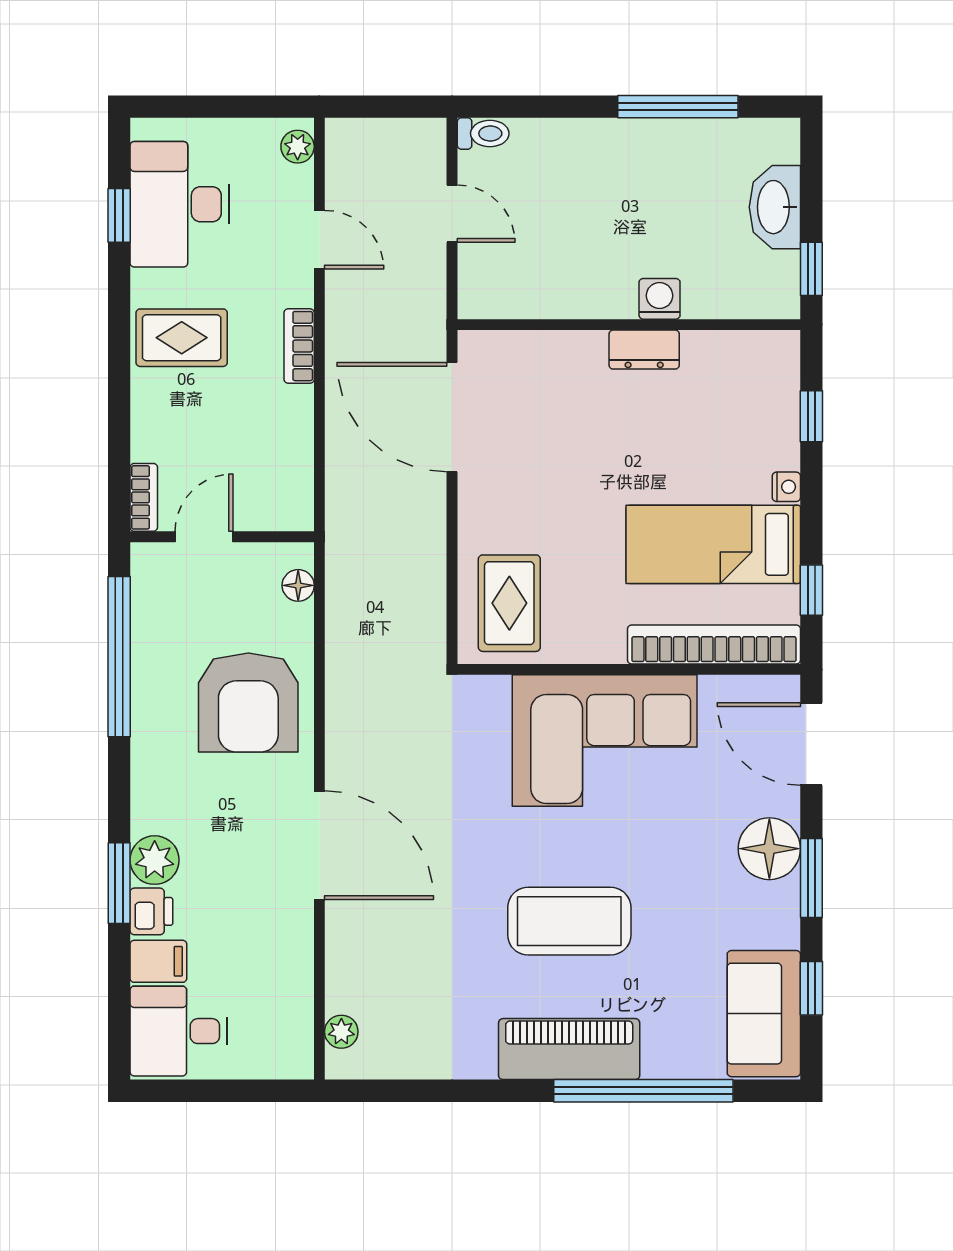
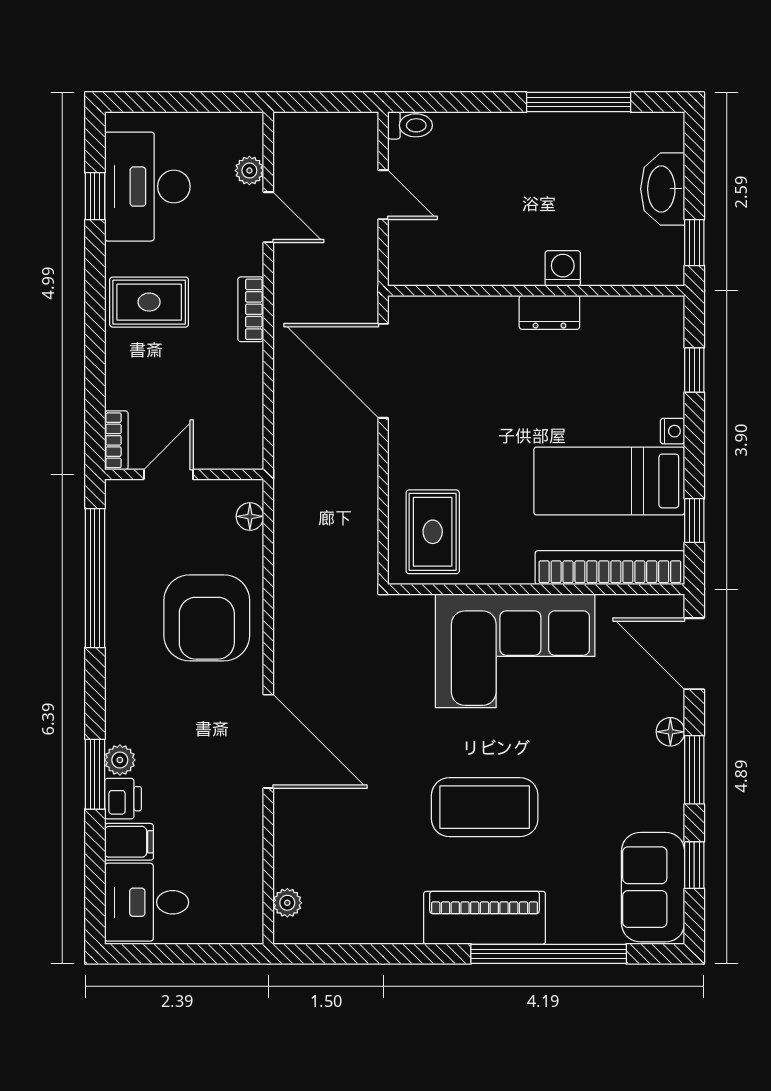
plant: (298, 147) -> (249, 171), moved
floor lamp: (769, 849) -> (670, 732), width x0.53, depth x0.53
plant: (155, 860) -> (120, 760), width x0.73, depth x0.73

